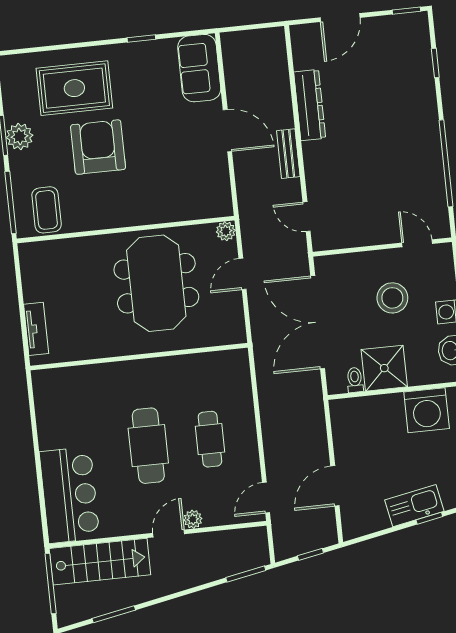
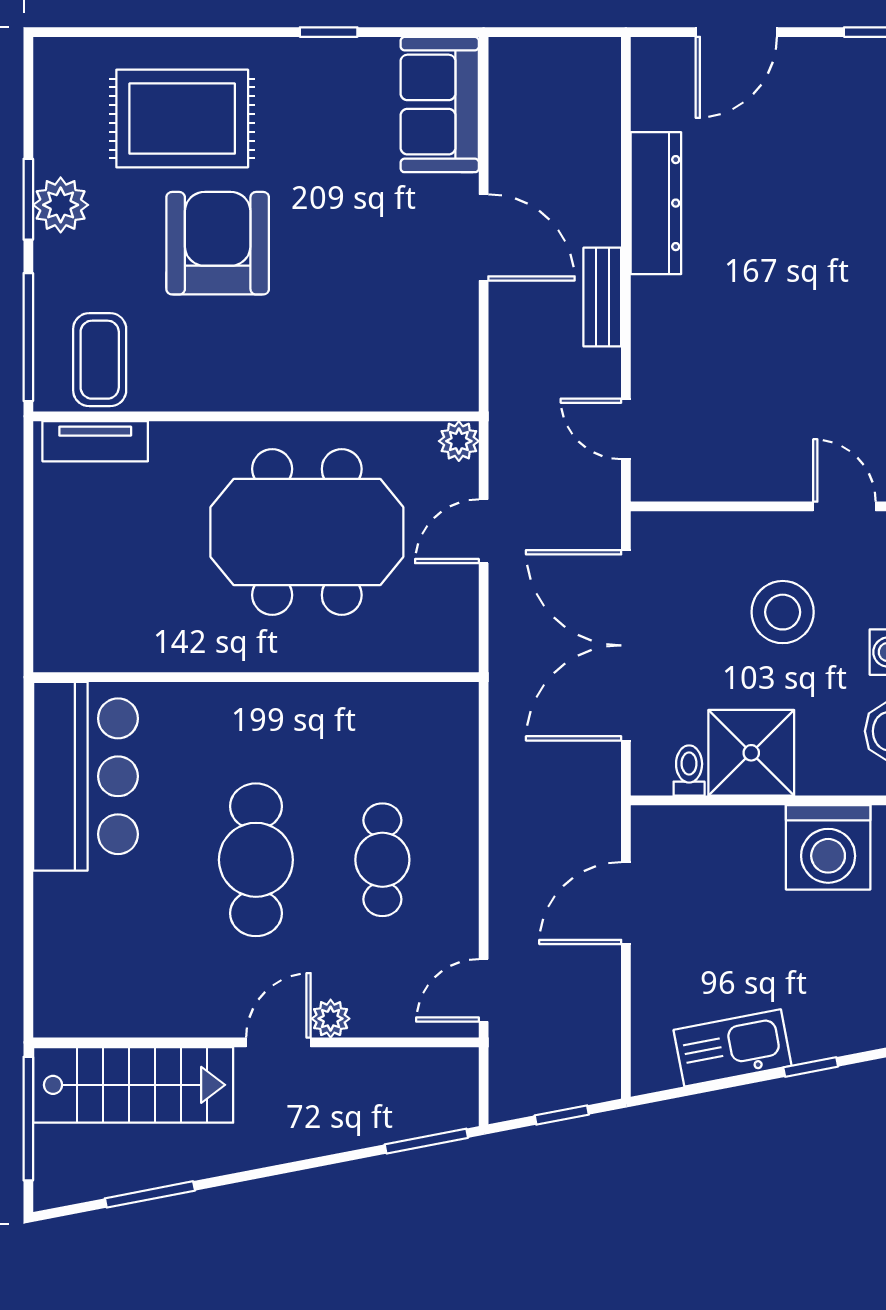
meeting table: (156, 283) -> (307, 532), turned 90
tv unit: (36, 329) -> (95, 441), moved, turned 90
door: (335, 486) -> (626, 903), moved
bar counter: (69, 495) -> (85, 776), moved
kitchen sink: (414, 506) -> (733, 1048), moved

